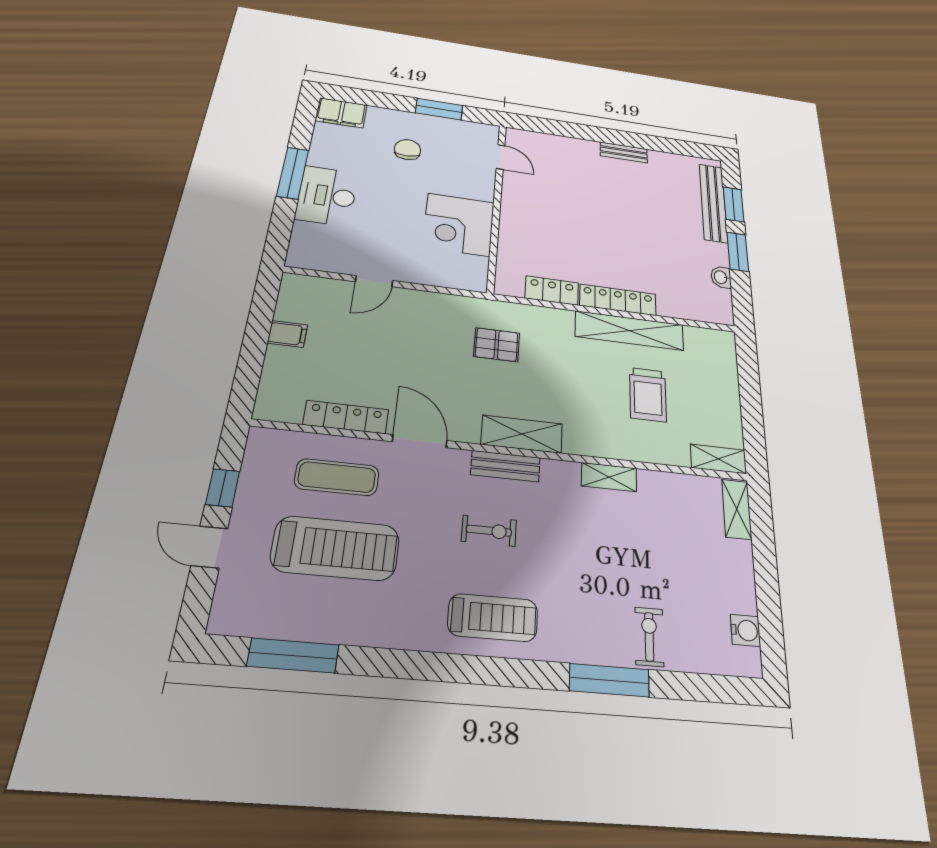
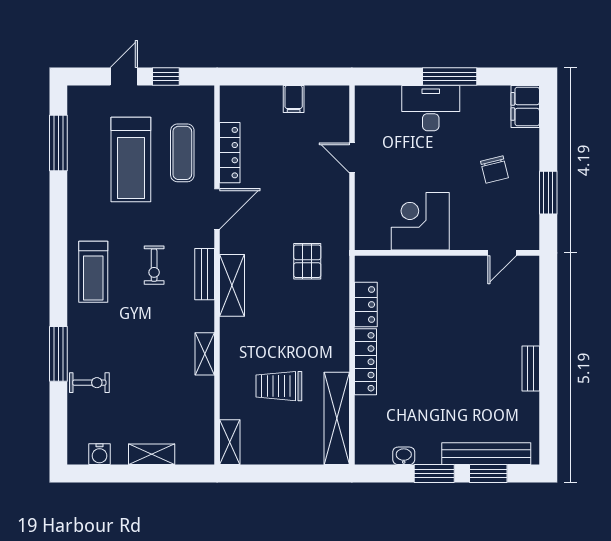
chair: (408, 150) -> (494, 169), turned 78
shelving: (630, 331) -> (337, 418), moved
shelving: (737, 509) -> (152, 454), moved

